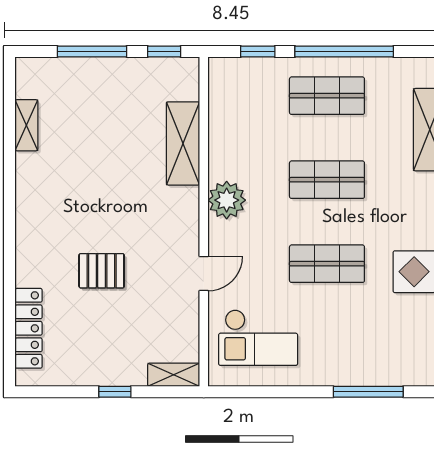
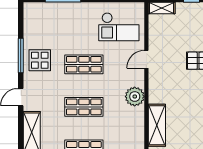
checkout: (258, 338) -> (119, 27), turned 180

